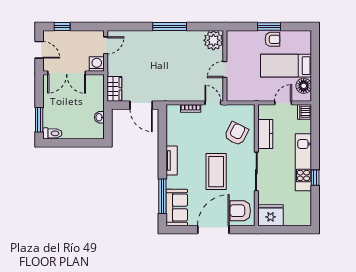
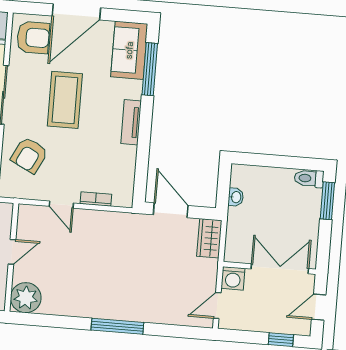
plant: (213, 40) -> (26, 298), moved
door: (39, 50) -> (319, 307), hinge flipped
wall: (225, 66) -> (11, 257), moved
door: (225, 69) -> (12, 252), moved

